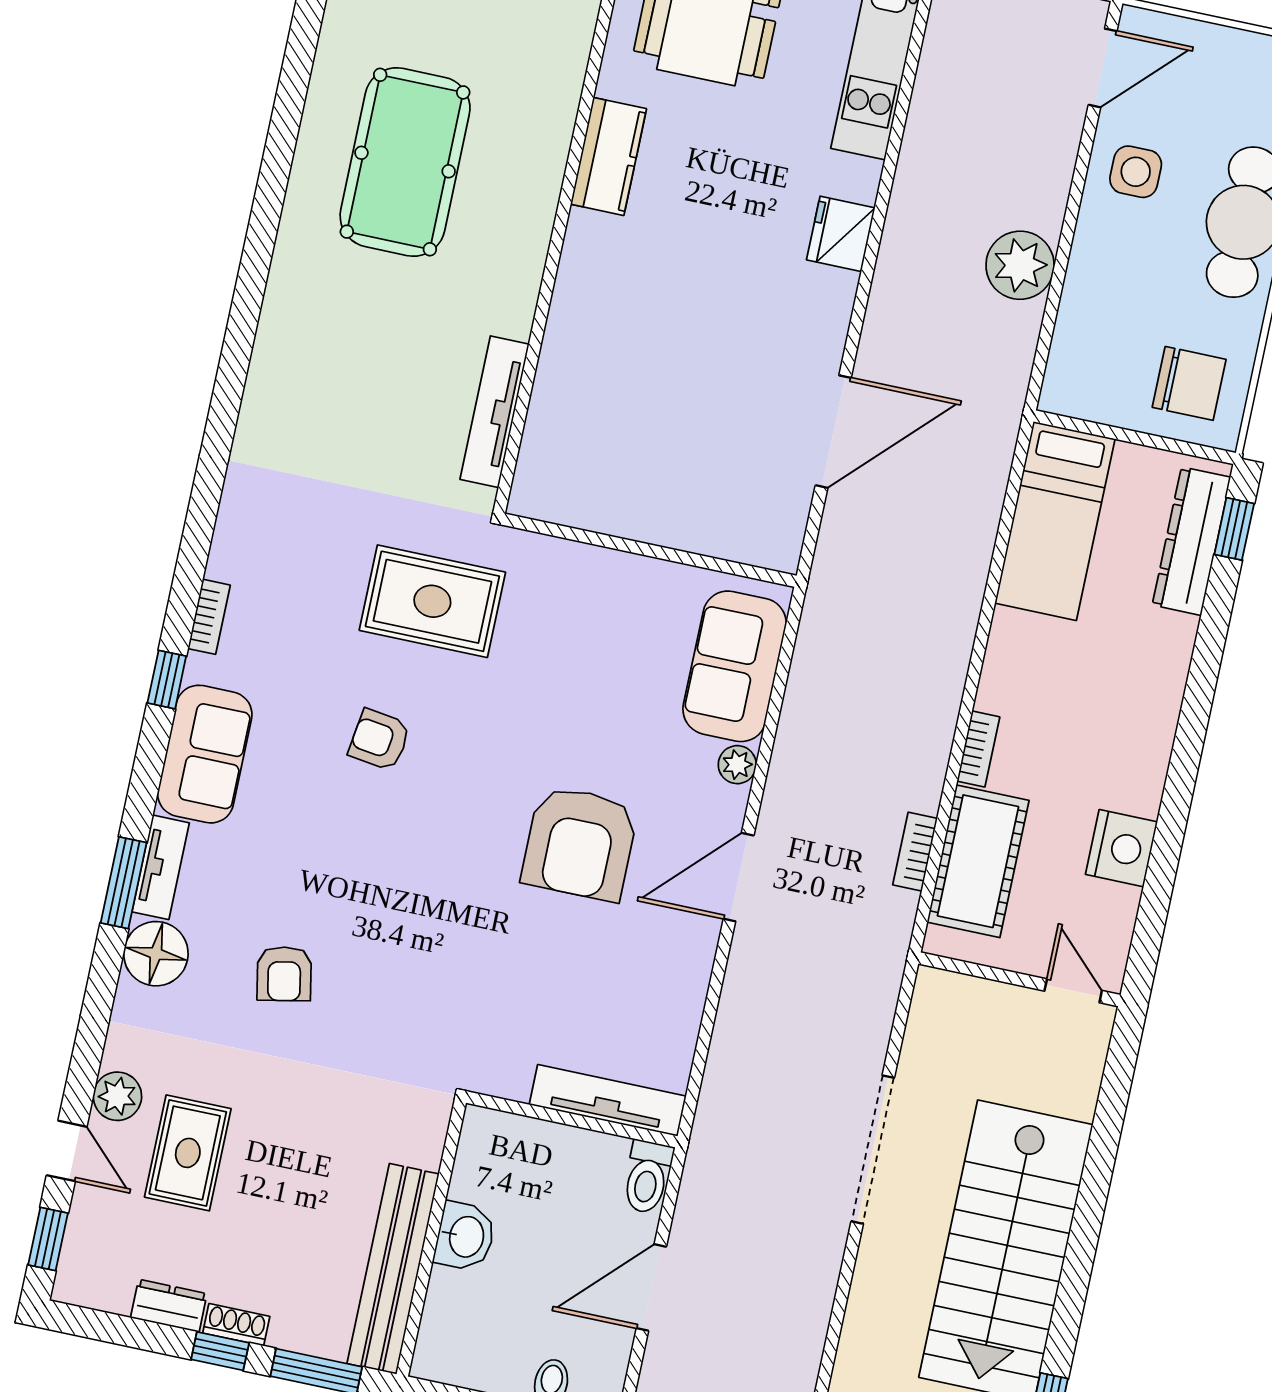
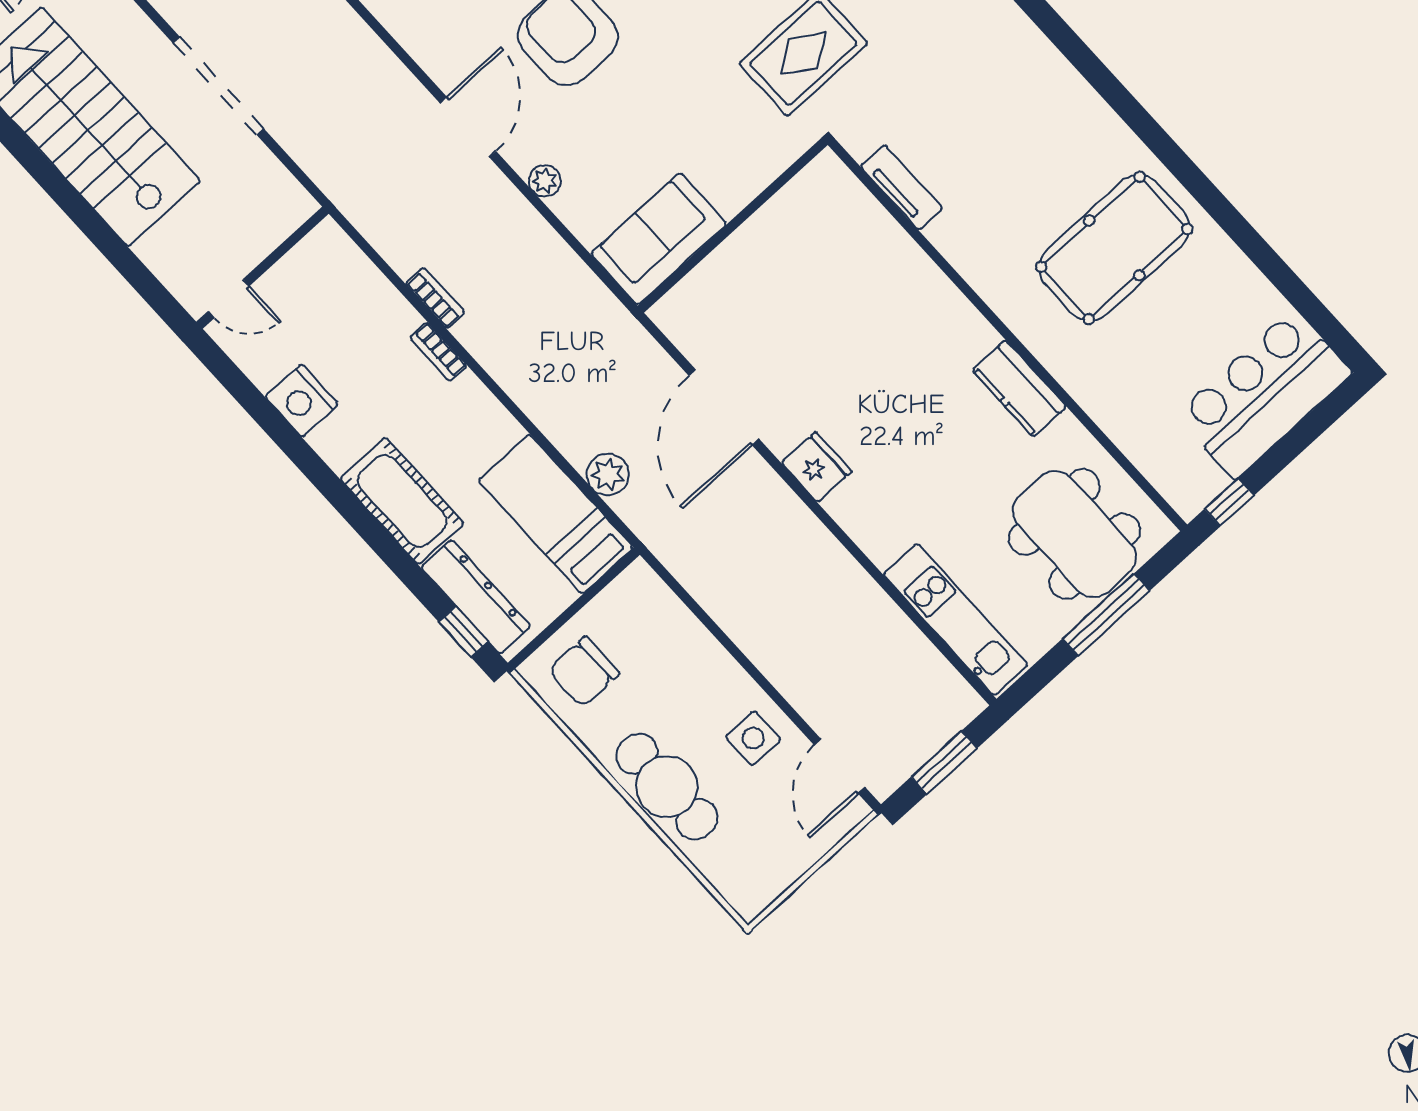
pool table: (405, 162) -> (1114, 248), turned 90
fridge: (841, 234) -> (817, 467), moved
plant: (1020, 265) -> (608, 474), moved, width x0.73, depth x0.73
tv unit: (494, 412) -> (902, 187), width x0.71
sofa: (735, 666) -> (659, 239), moved, turned -90
bookcase: (915, 852) -> (435, 298), moved
cot: (978, 861) -> (402, 501), moved

